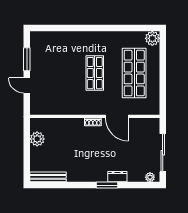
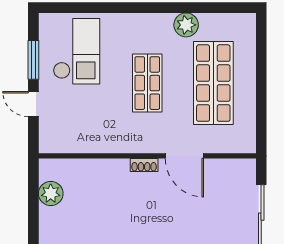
plant: (152, 38) -> (186, 25), moved
checkout: (53, 54) -> (77, 51), added

